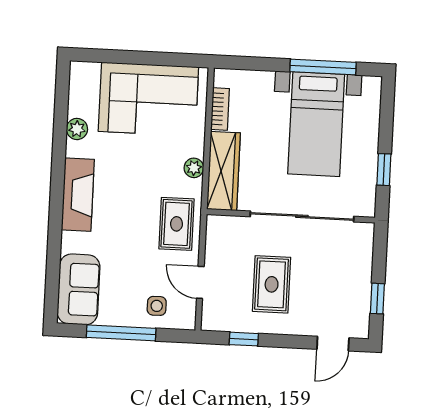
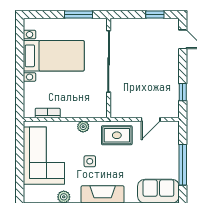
window: (323, 67) -> (20, 53), removed
window: (384, 170) -> (79, 14), width x1.50
wardrobe: (223, 171) -> (84, 109), removed
rug: (272, 284) -> (150, 77), removed
side table: (157, 306) -> (90, 161), moved

